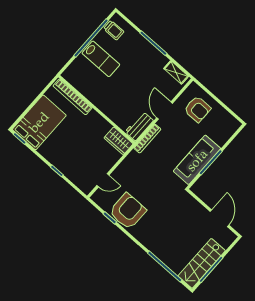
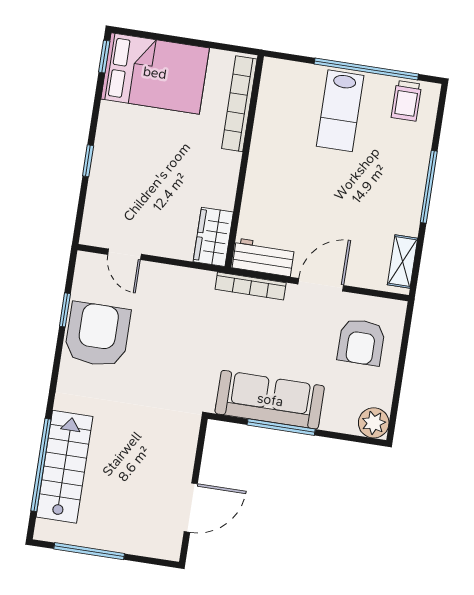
plant: (232, 125) -> (374, 423), added
armchair: (128, 211) -> (97, 335), turned -90
stairs: (202, 263) -> (65, 467), moved, turned 90

